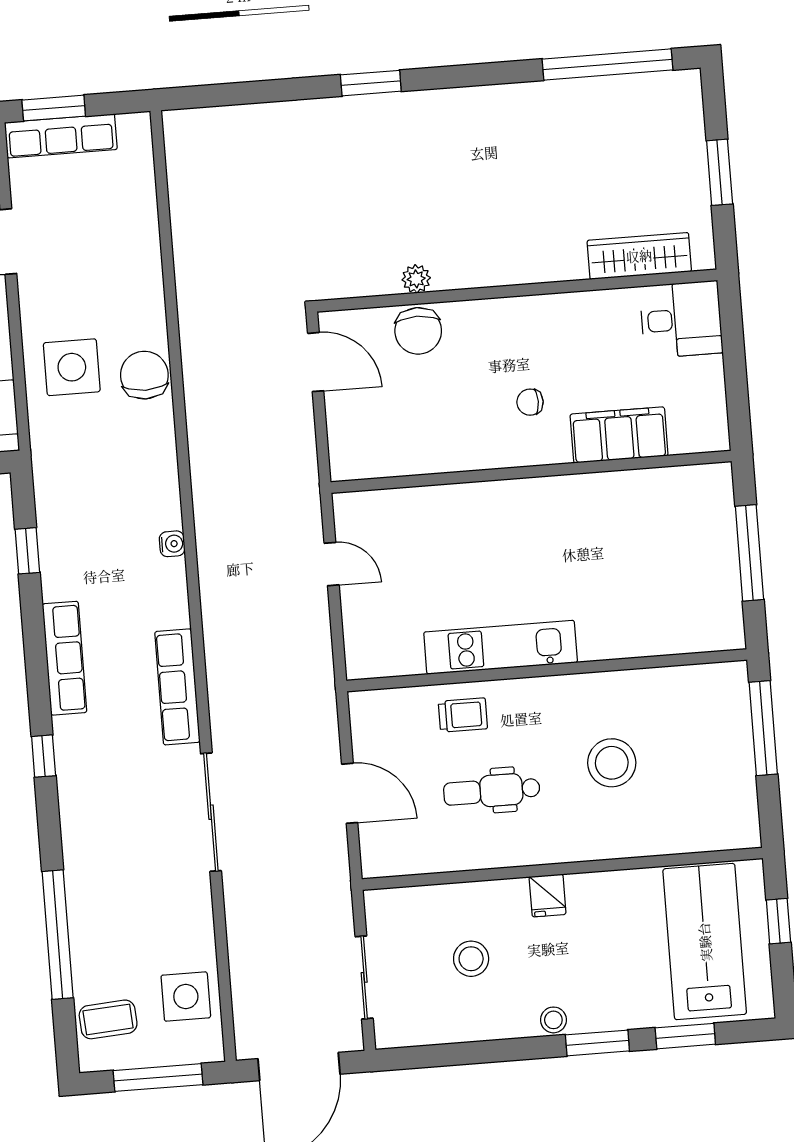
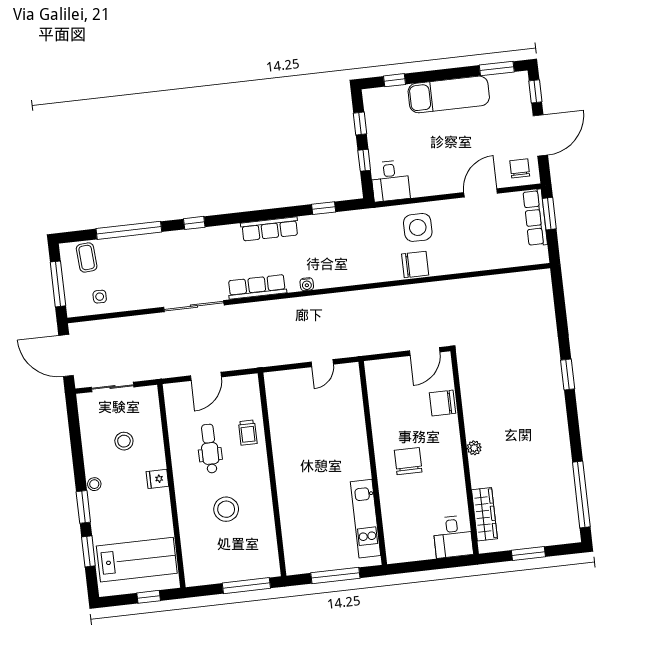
plant: (416, 279) -> (474, 448), moved
chair: (530, 402) -> (408, 461), width x1.87, depth x1.87
filing cabinet: (619, 435) -> (393, 507), removed
water cooler: (172, 544) -> (307, 284), moved
kitchen unit: (501, 647) -> (366, 519), moved, turned 180
window: (44, 756) -> (194, 223), moved
side table: (186, 996) -> (100, 297), width x0.54, depth x0.54

